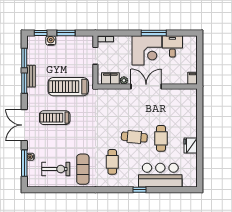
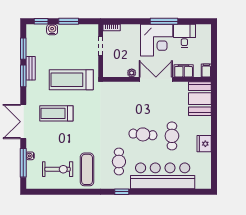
filing cabinet: (110, 79) -> (184, 71), moved
booth: (187, 104) -> (200, 99), added
bar counter: (160, 175) -> (163, 176), width x1.36
window: (140, 190) -> (122, 192), moved

